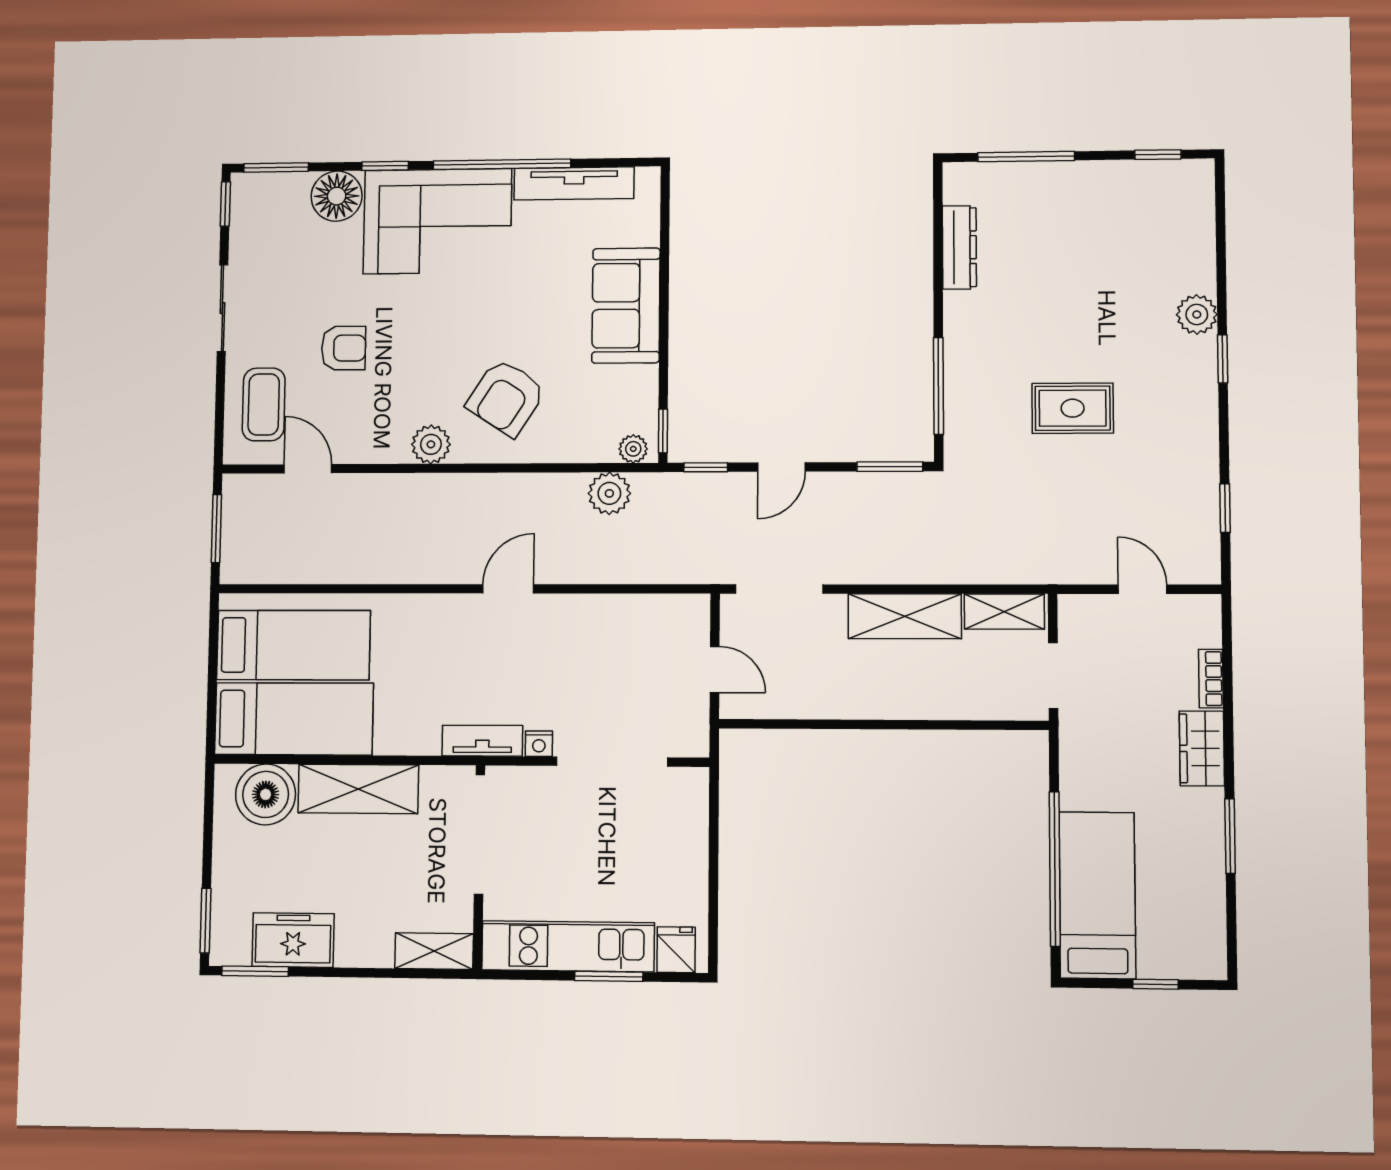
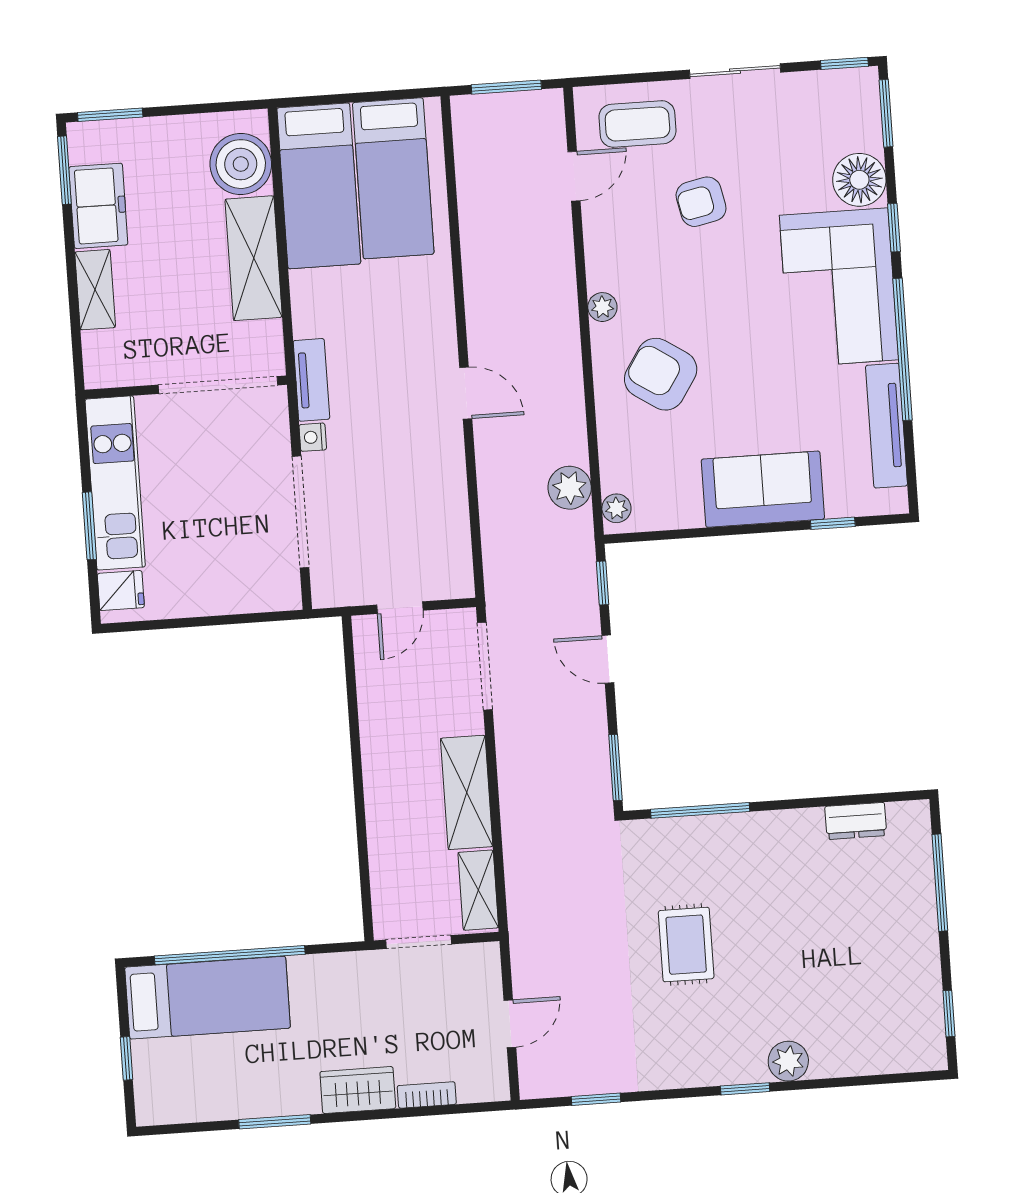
dresser: (959, 247) -> (856, 821), width x0.70
armchair: (343, 348) -> (701, 202), turned 78
window: (663, 431) -> (833, 523), moved
plant: (431, 444) -> (602, 307), width x0.73, depth x0.73
shelving: (434, 951) -> (95, 290), moved

